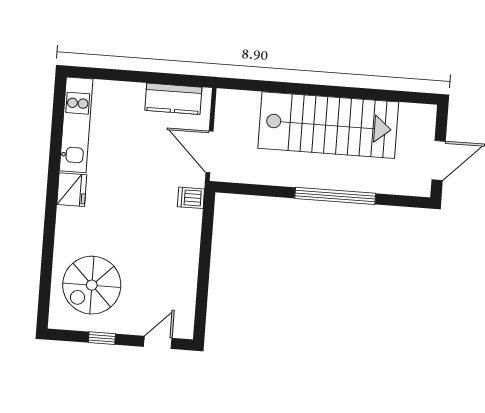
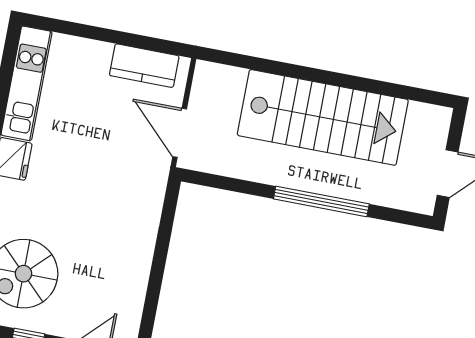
dishwasher: (191, 198) -> (152, 184), removed

